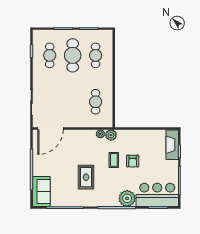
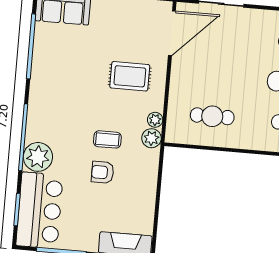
door: (50, 129) -> (172, 33), swing flipped
rug: (86, 177) -> (130, 76), moved

